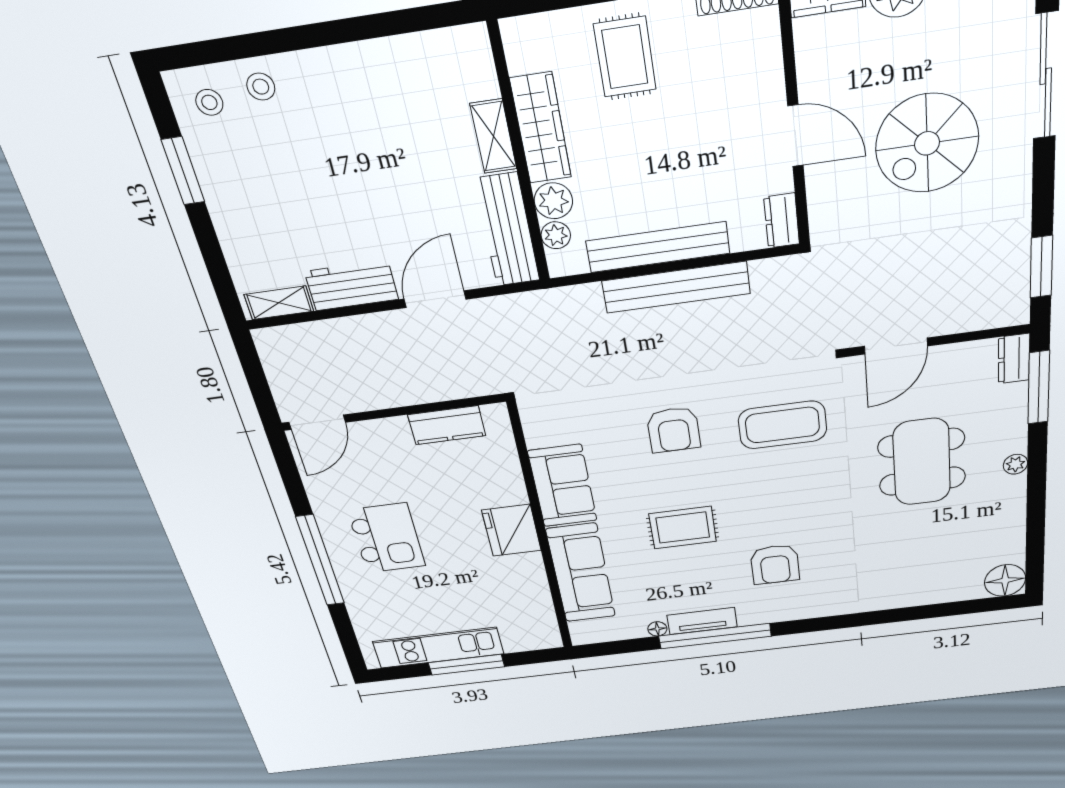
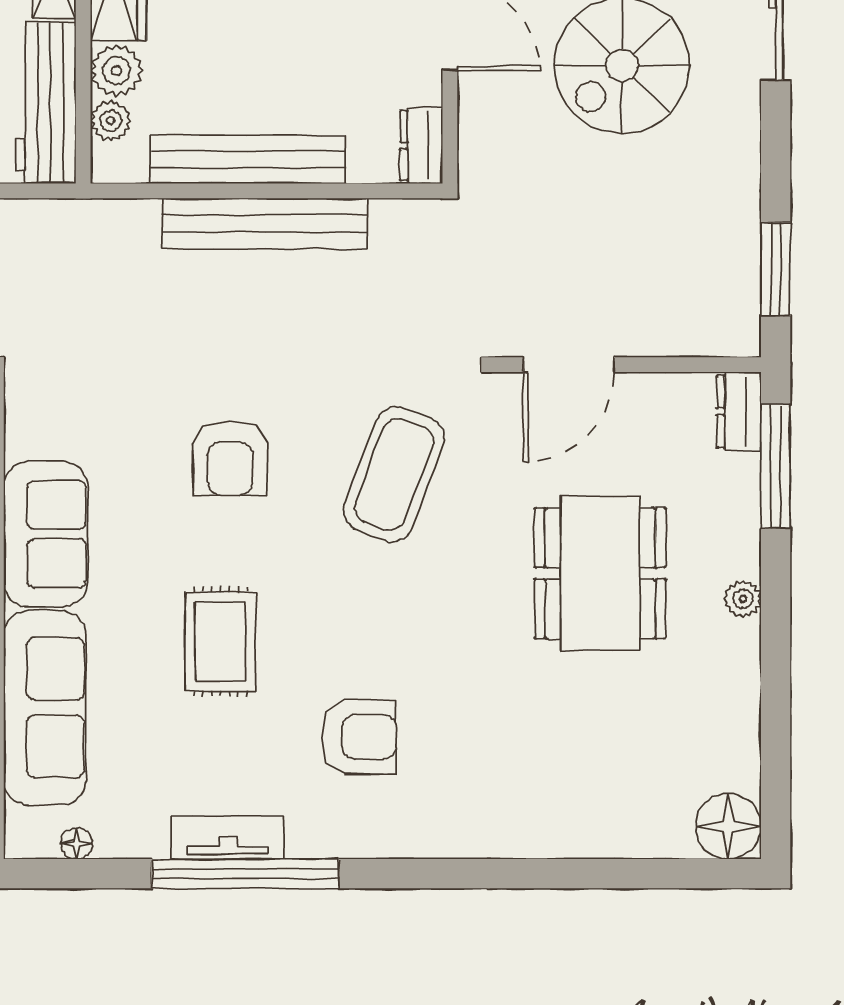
coffee table: (782, 425) -> (394, 474), turned -69
rug: (683, 528) -> (220, 642), turned 90
armchair: (775, 564) -> (359, 737), turned -90
floor lamp: (657, 629) -> (77, 843), moved

